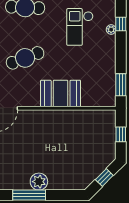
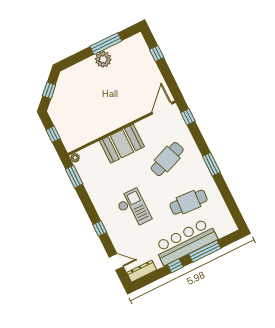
plant: (111, 30) -> (75, 158), moved

